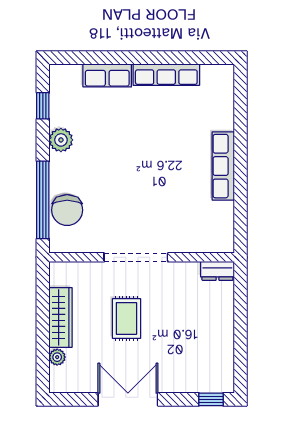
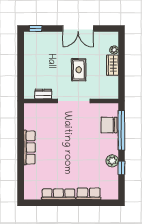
window: (43, 106) -> (121, 168), moved
chair: (67, 210) -> (109, 125), turned -90
dresser: (217, 271) -> (43, 94), moved
wardrobe: (61, 317) -> (112, 65), width x0.67

